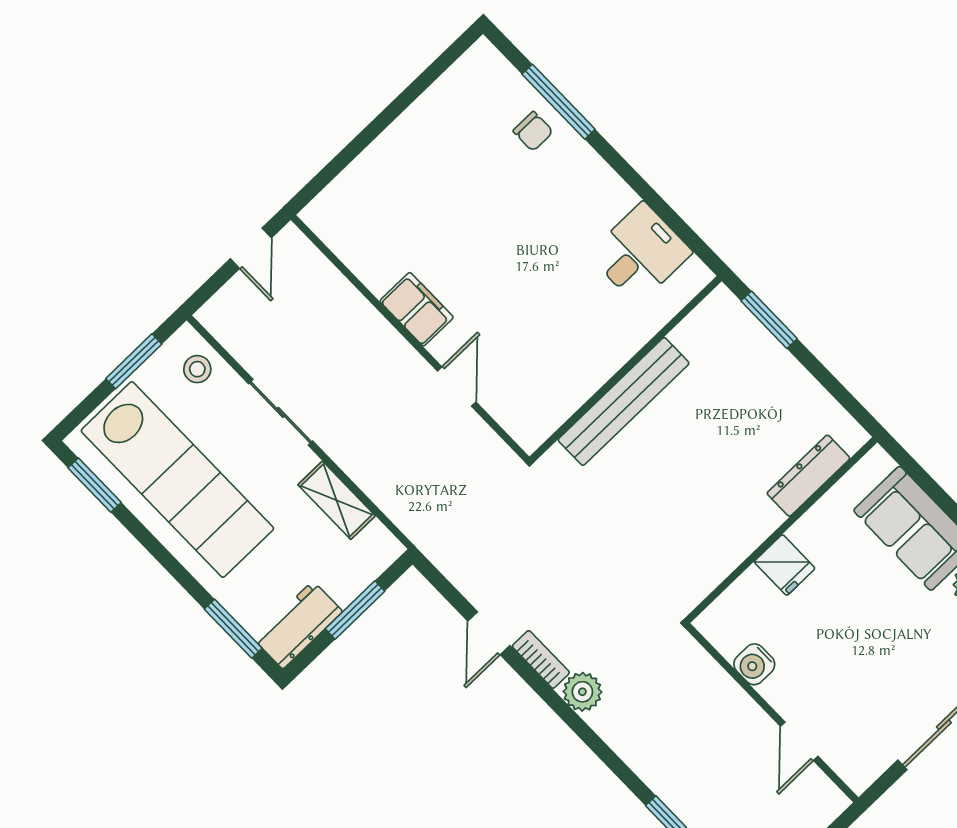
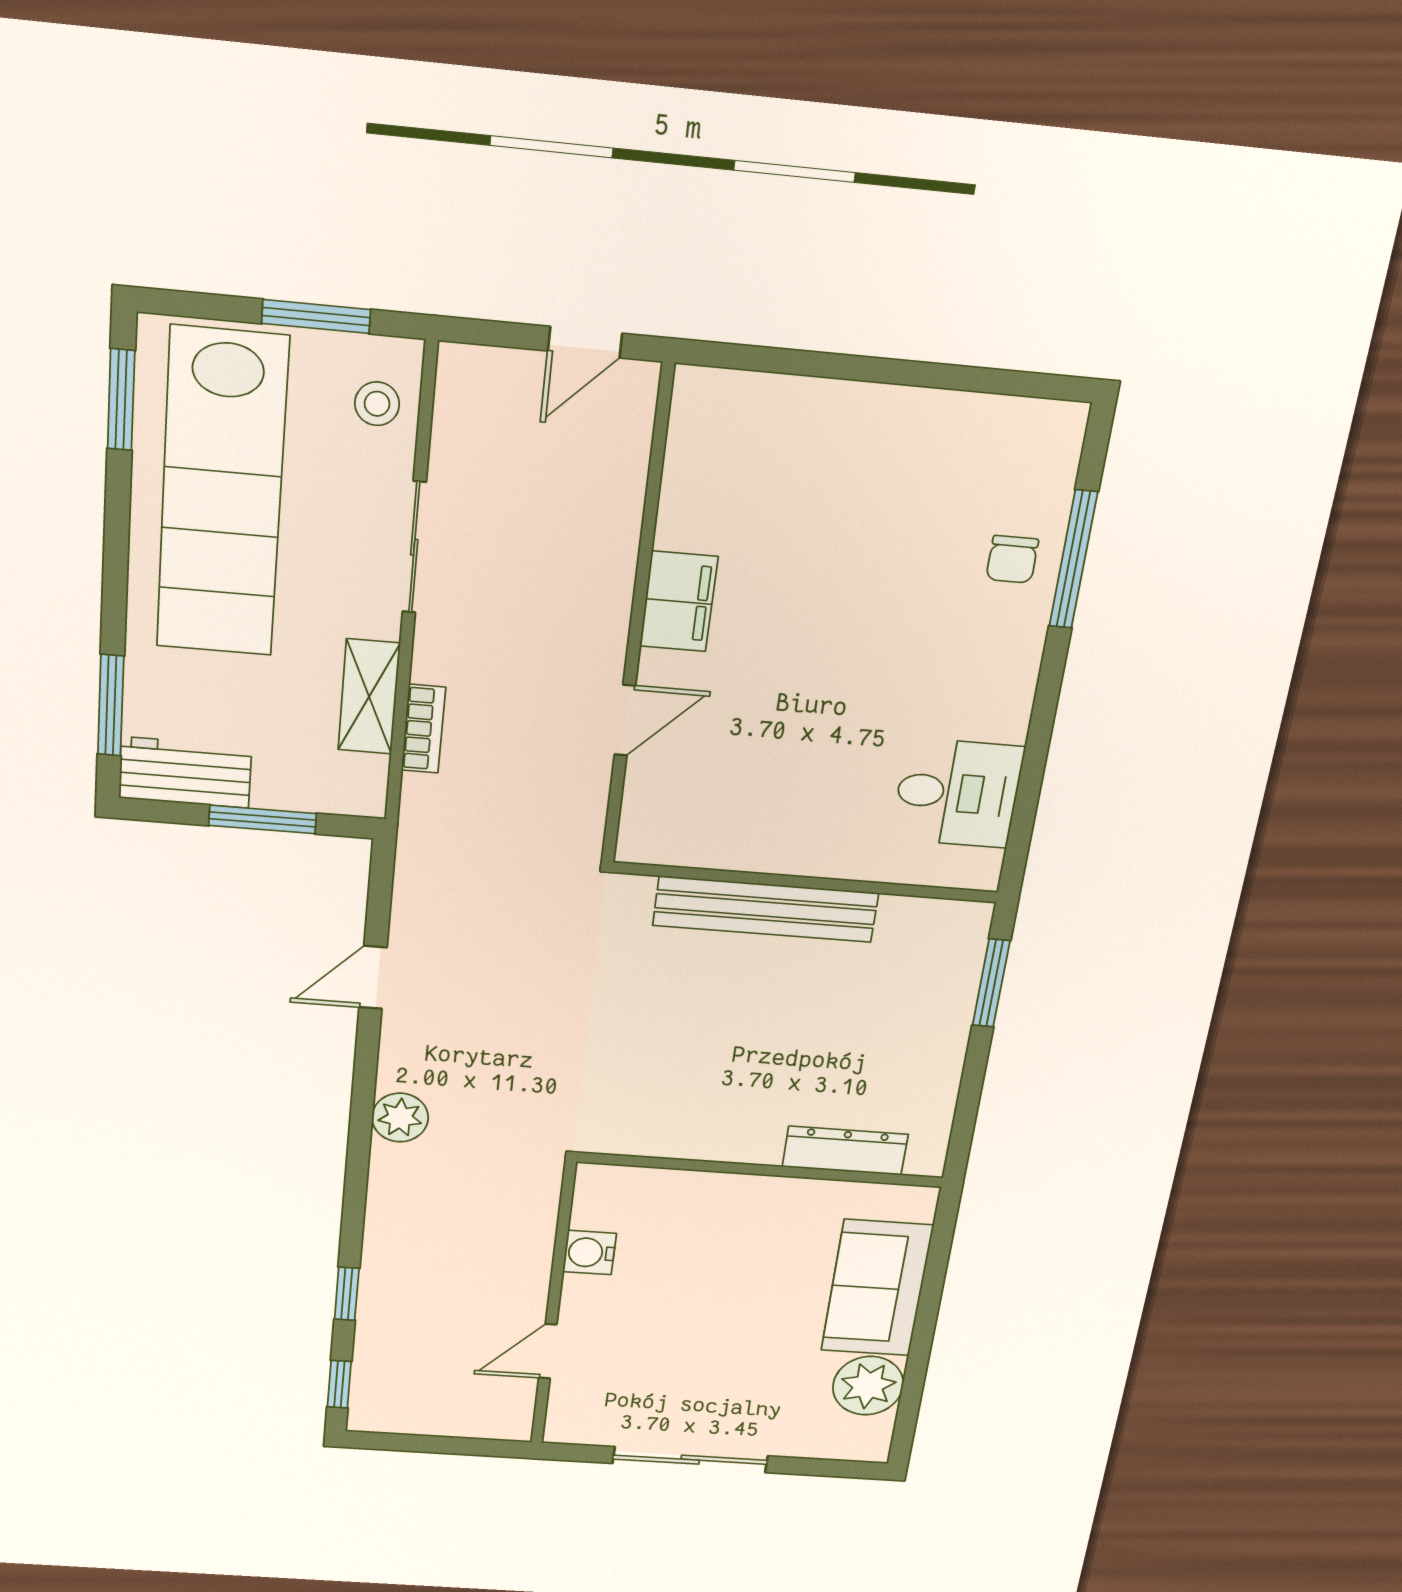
fridge: (785, 565) -> (725, 1201), removed
bookcase: (541, 659) -> (423, 729), moved

